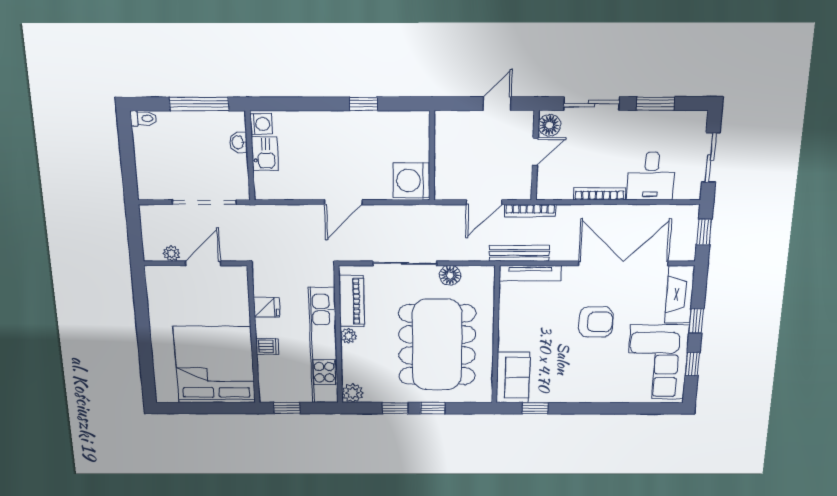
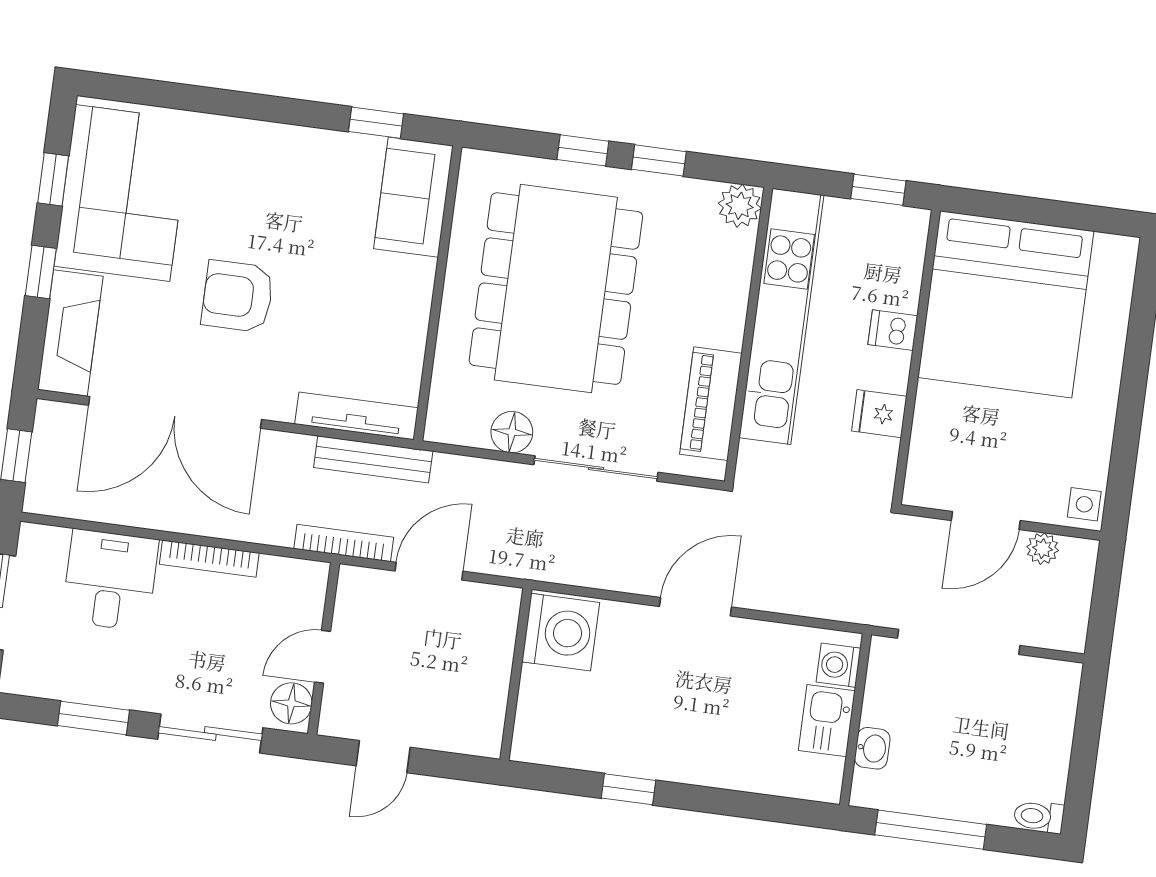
washing machine: (261, 124) -> (839, 665), moved
side table: (155, 277) -> (1084, 504), added
plant: (349, 336) -> (728, 331), removed

